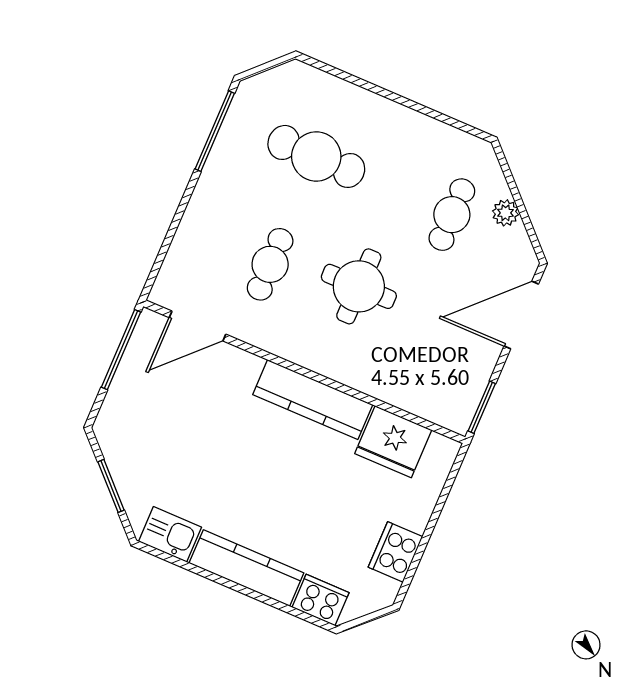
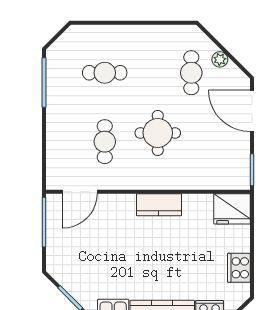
cafe table: (316, 156) -> (105, 73), width x0.73, depth x0.74
door: (521, 315) -> (252, 111), hinge flipped
kitchen counter: (313, 400) -> (159, 205), width x0.67
fridge: (393, 442) -> (232, 209), moved

